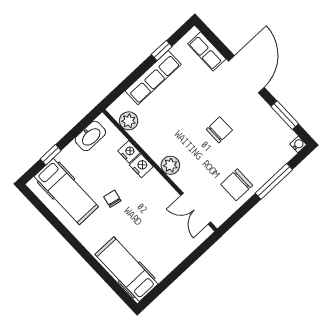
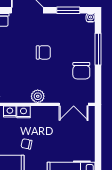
chair: (219, 130) -> (43, 52), turned 90

